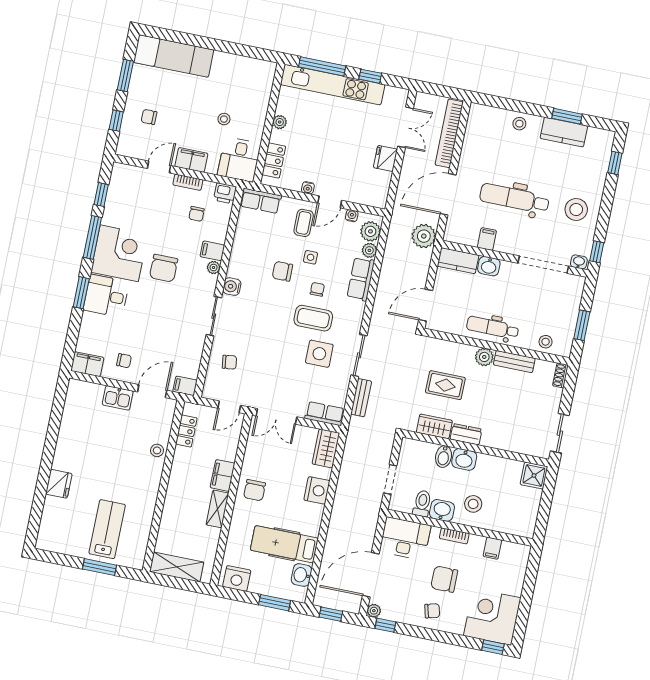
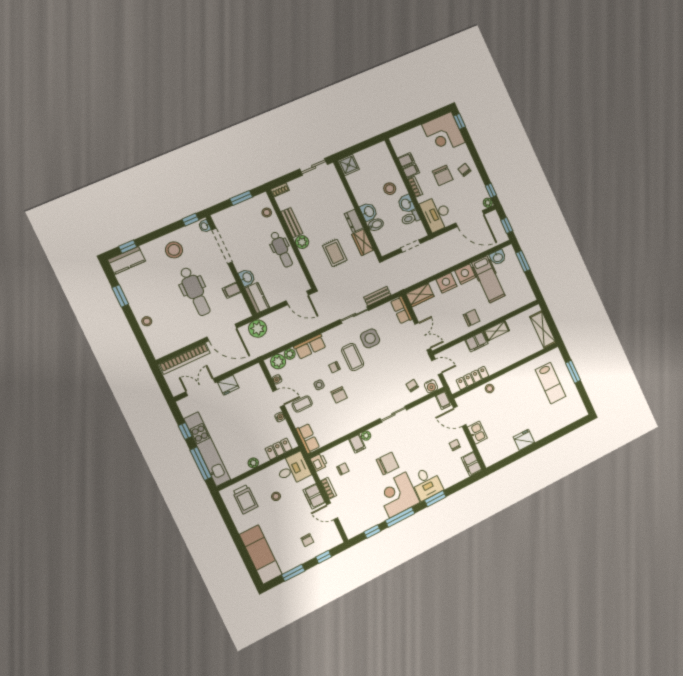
trolley: (247, 84) -> (245, 499), added
kitchen counter: (564, 132) -> (127, 260), moved, turned 90
water cooler: (232, 287) -> (431, 386), moved
locker: (186, 431) -> (472, 378), width x1.53
fridge: (59, 484) -> (524, 440), moved
lab bench: (107, 529) -> (551, 383), turned -90
filing cabinet: (476, 545) -> (411, 171), added
nightstand: (237, 578) -> (465, 274), moved, turned -90

